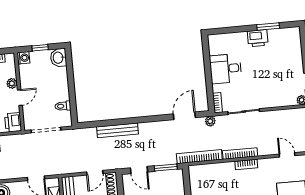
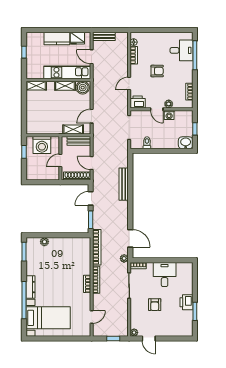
washing machine: (23, 58) -> (169, 115), moved
armchair: (264, 78) -> (155, 305), added

